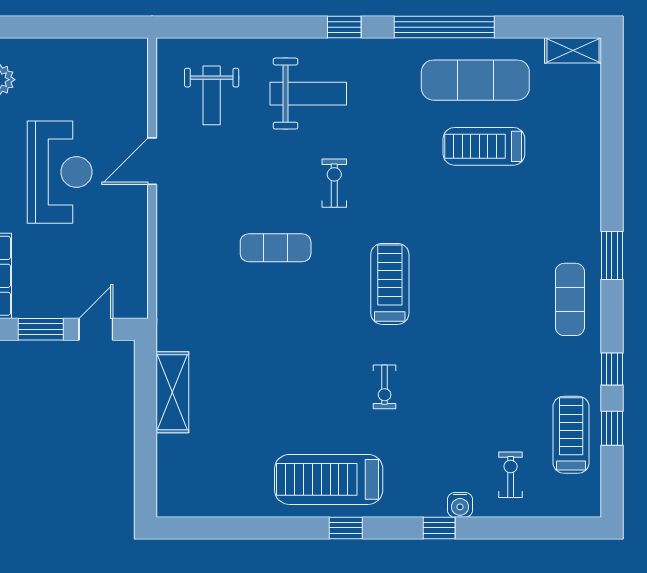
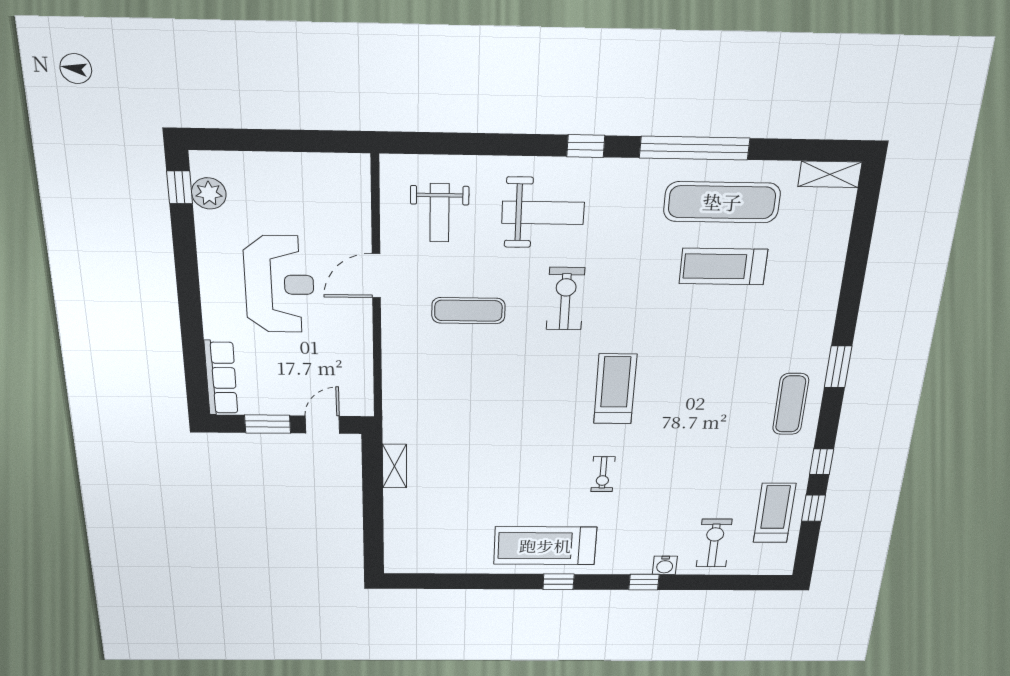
exercise bike: (334, 183) -> (565, 299), width x1.38, depth x1.39
exercise mat: (276, 248) -> (468, 311), moved
shelving: (172, 392) -> (394, 466), width x0.67, depth x0.75
exercise bike: (511, 475) -> (714, 543), width x1.38, depth x1.39

